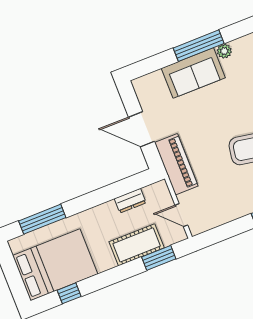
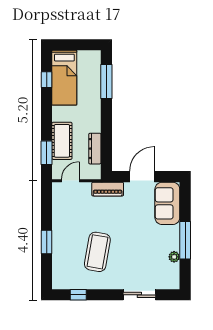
sofa: (193, 73) -> (167, 203), moved
piano: (176, 164) -> (108, 189), width x0.73, depth x0.75
dresser: (130, 201) -> (95, 149), width x1.44
bed: (55, 265) -> (64, 78), width x0.67

